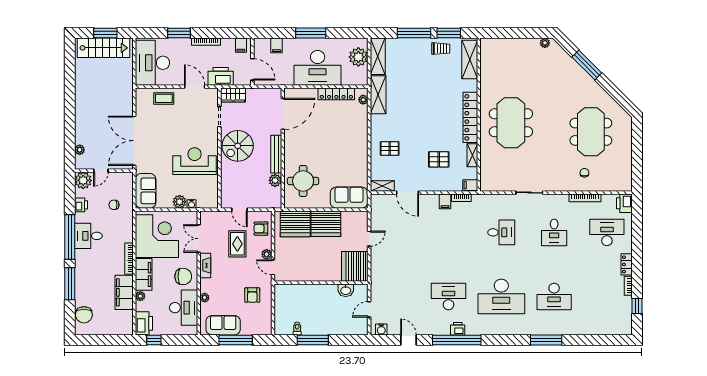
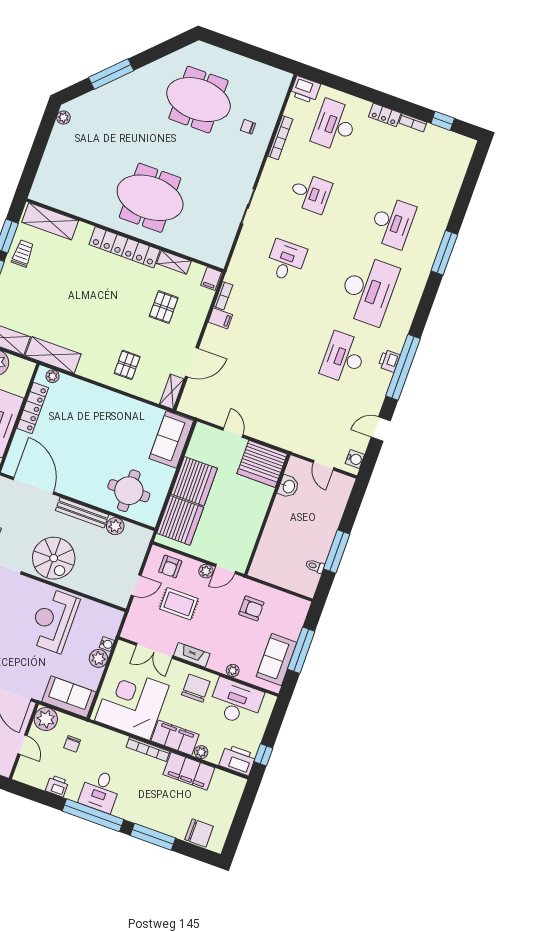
plant: (83, 180) -> (46, 719), moved

